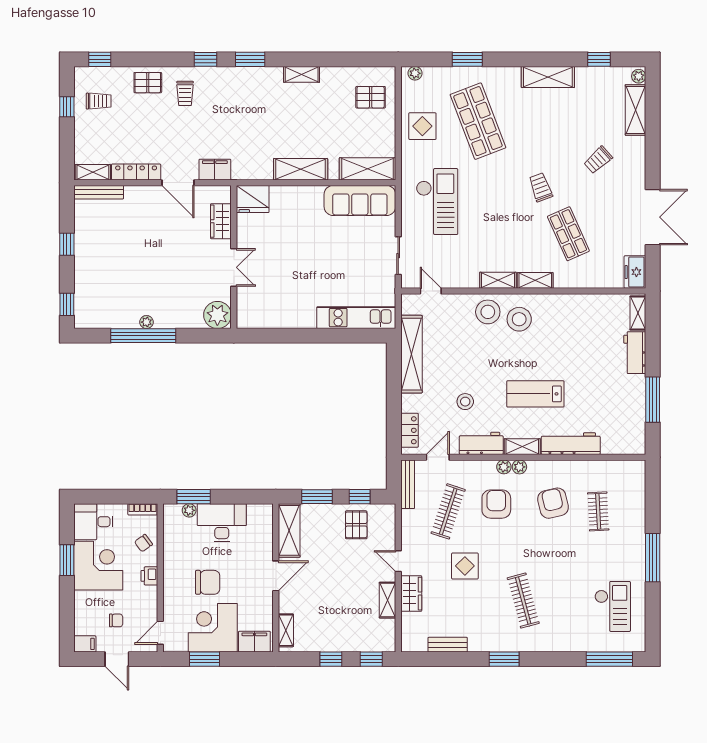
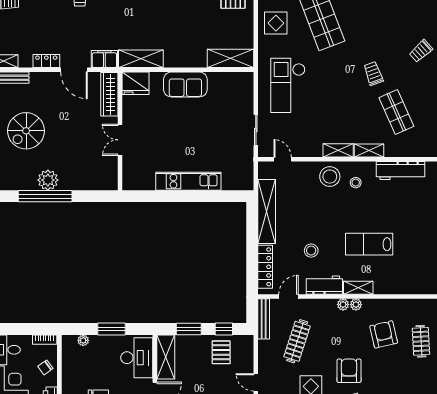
shelving: (301, 169) -> (141, 59), moved
locker: (136, 172) -> (46, 61), width x0.66
sofa: (360, 200) -> (185, 84), moved, width x0.73
checkout: (437, 202) -> (288, 85), turned 180
wardrobe: (221, 221) -> (109, 94), width x1.50
spiral stairs: (120, 257) -> (26, 131), added
double door: (234, 267) -> (120, 140), swing flipped
plant: (217, 315) -> (107, 179), removed
kitchen unit: (356, 318) -> (188, 181), moved
stool: (519, 319) -> (356, 183), width x0.53, depth x0.53
plant: (146, 322) -> (48, 180), width x1.88, depth x1.88
locker: (409, 430) -> (265, 267), width x1.53
workbench: (571, 444) -> (400, 171), moved, turned 180
window: (194, 497) -> (112, 329), moved
armchair: (496, 504) -> (349, 371), moved
desk: (222, 523) -> (137, 358), moved, turned 90

